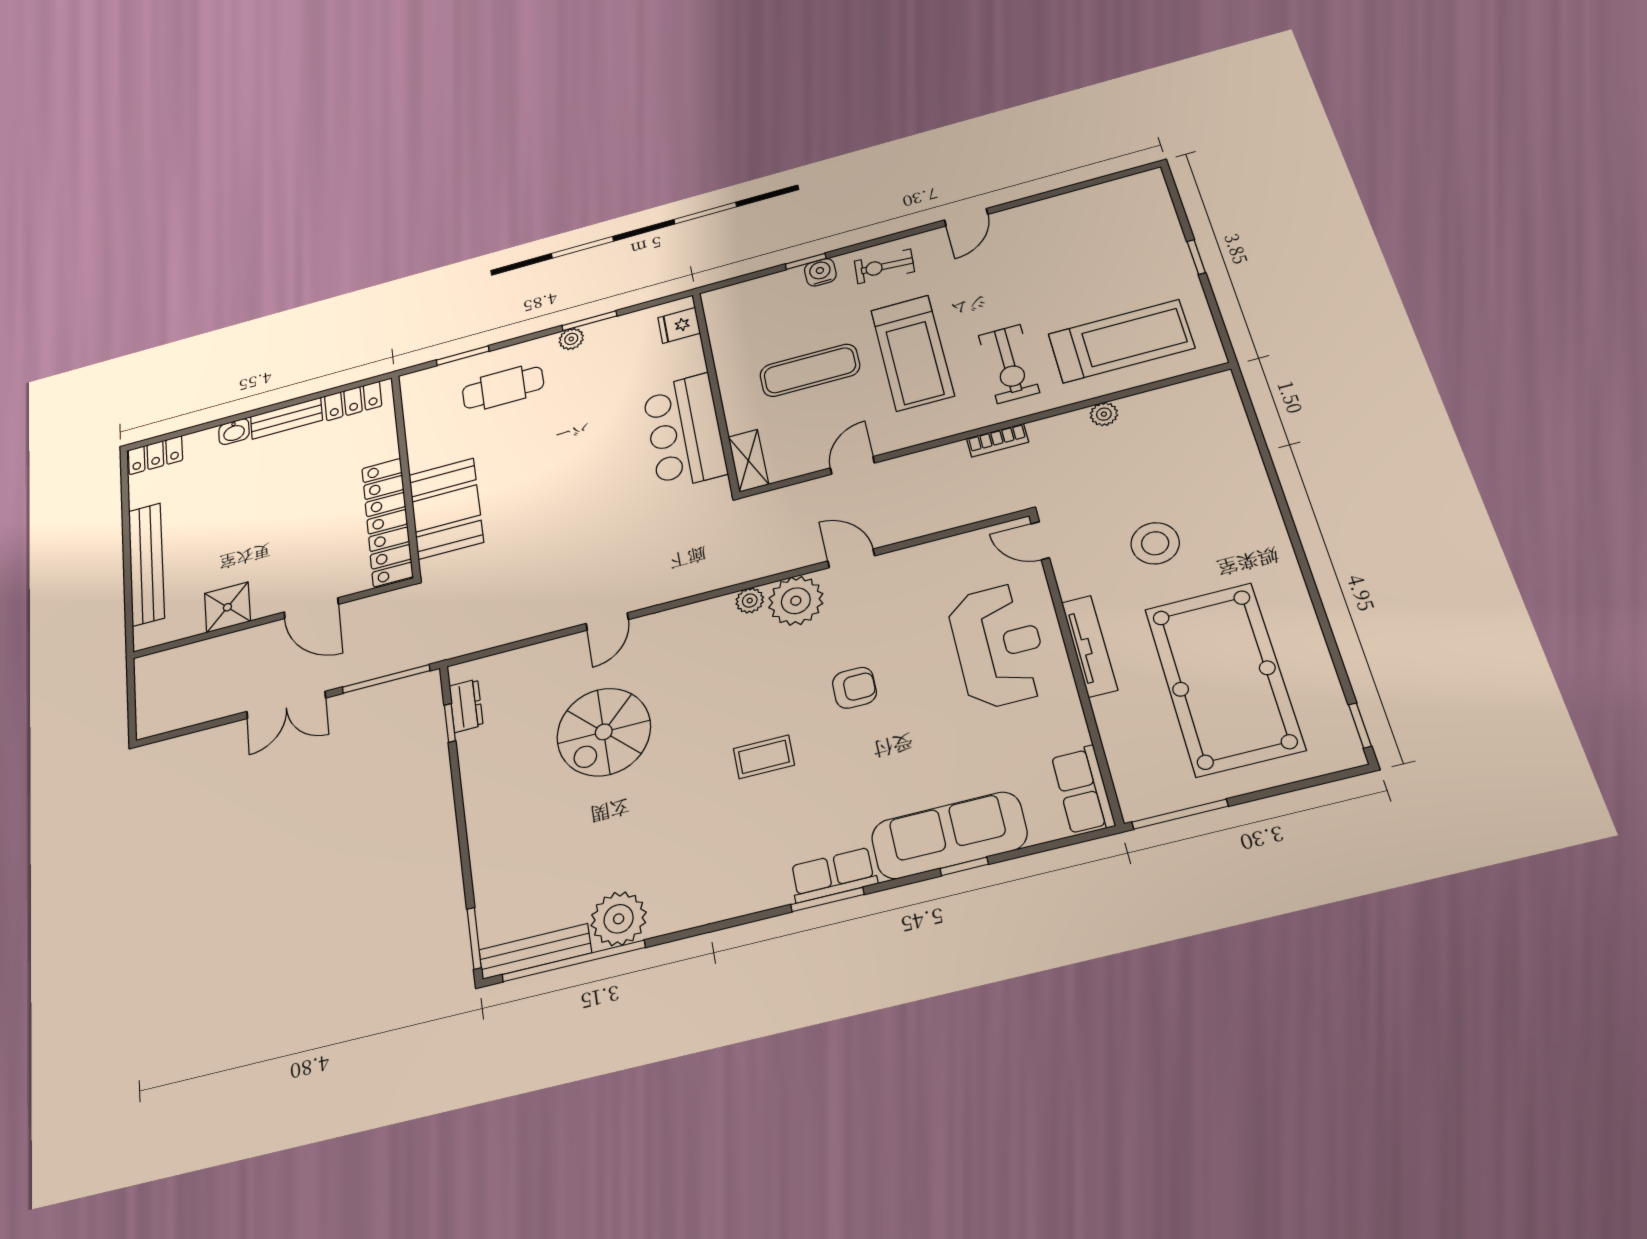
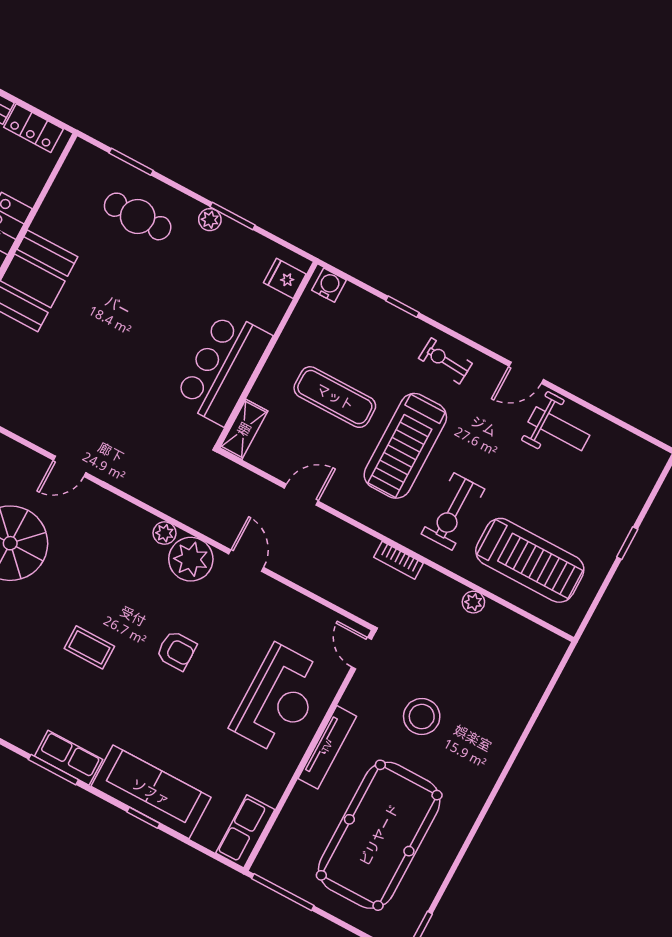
weight bench: (1039, 230) -> (559, 429), added
water cooler: (820, 272) -> (329, 285), moved

